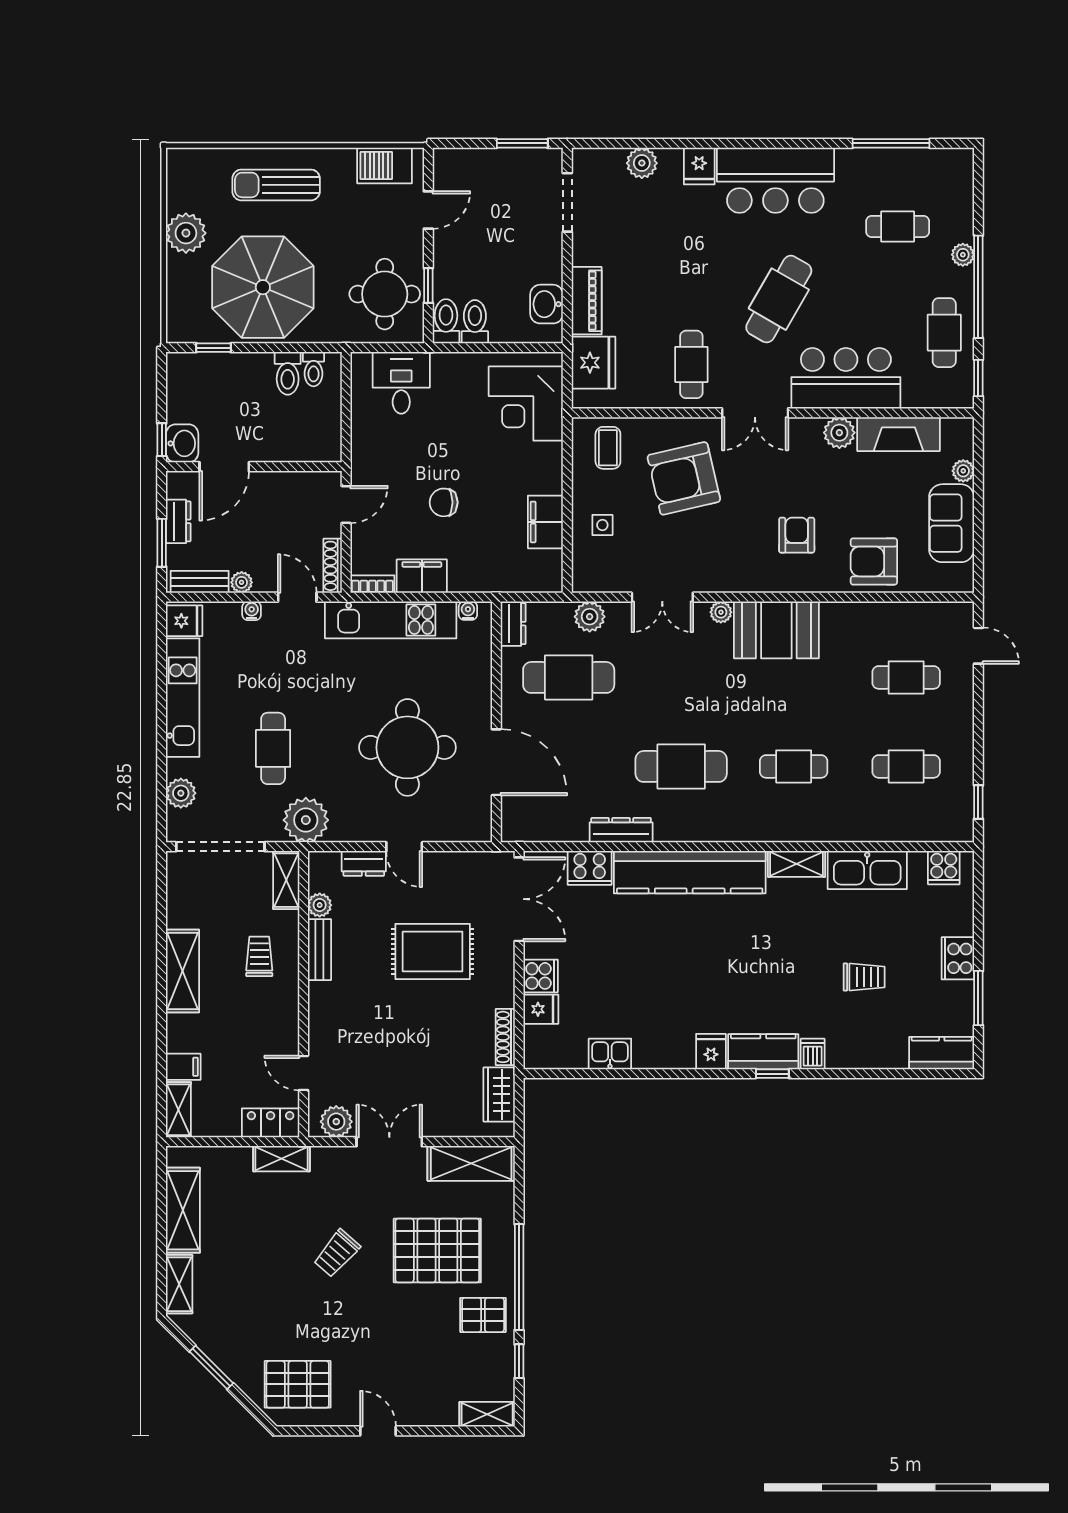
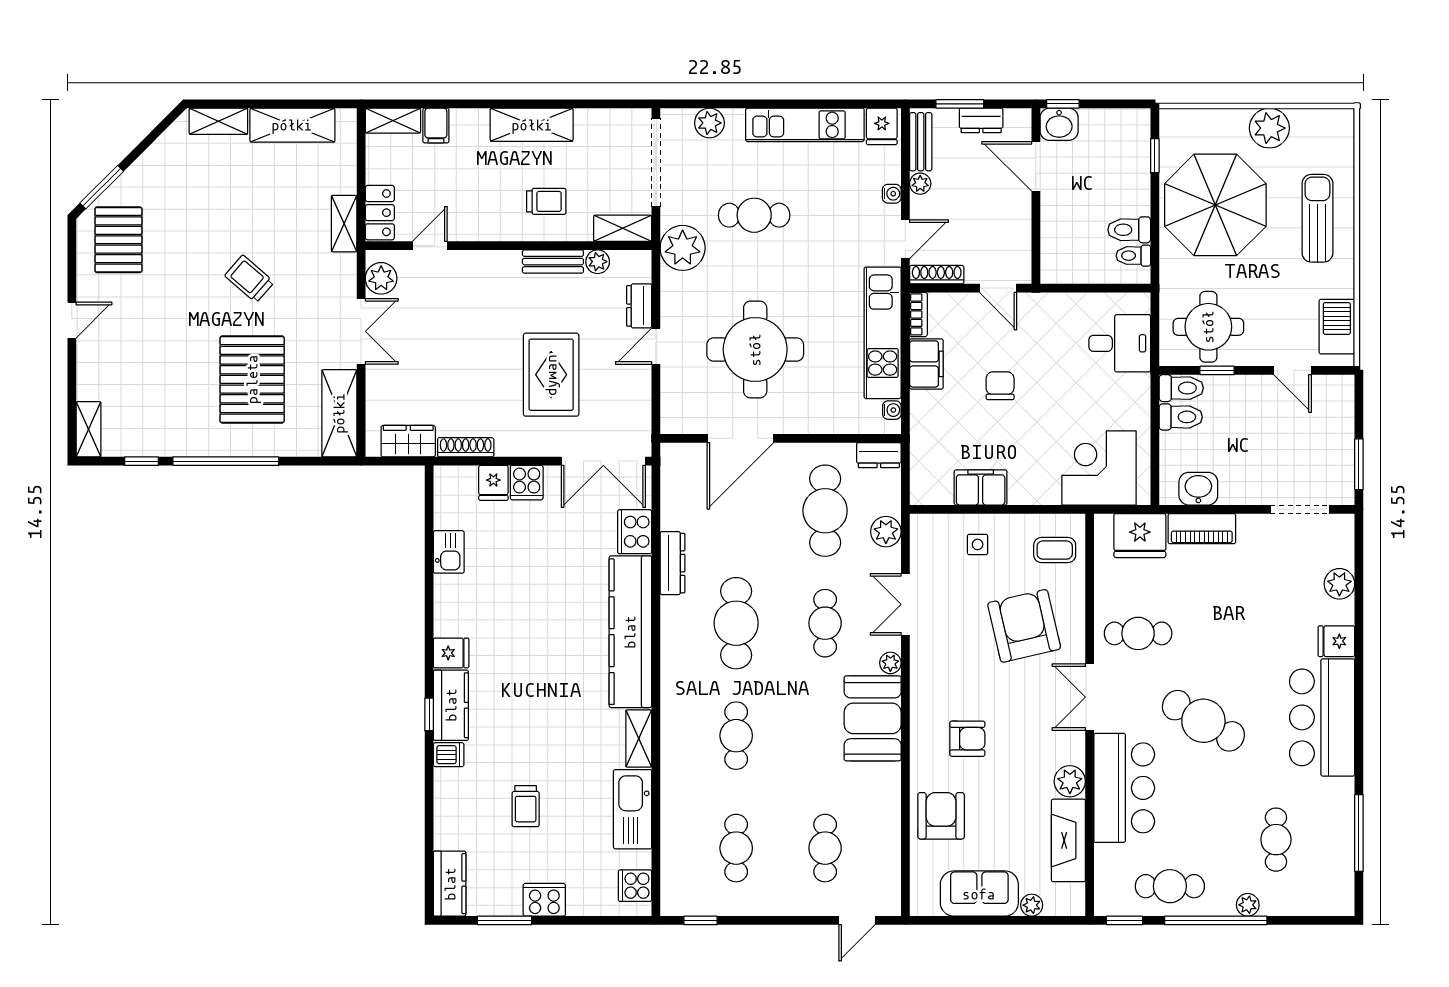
cafe table: (681, 677) -> (825, 623), added
pallet: (483, 1315) -> (188, 425), removed
window: (211, 1367) -> (102, 187), moved

